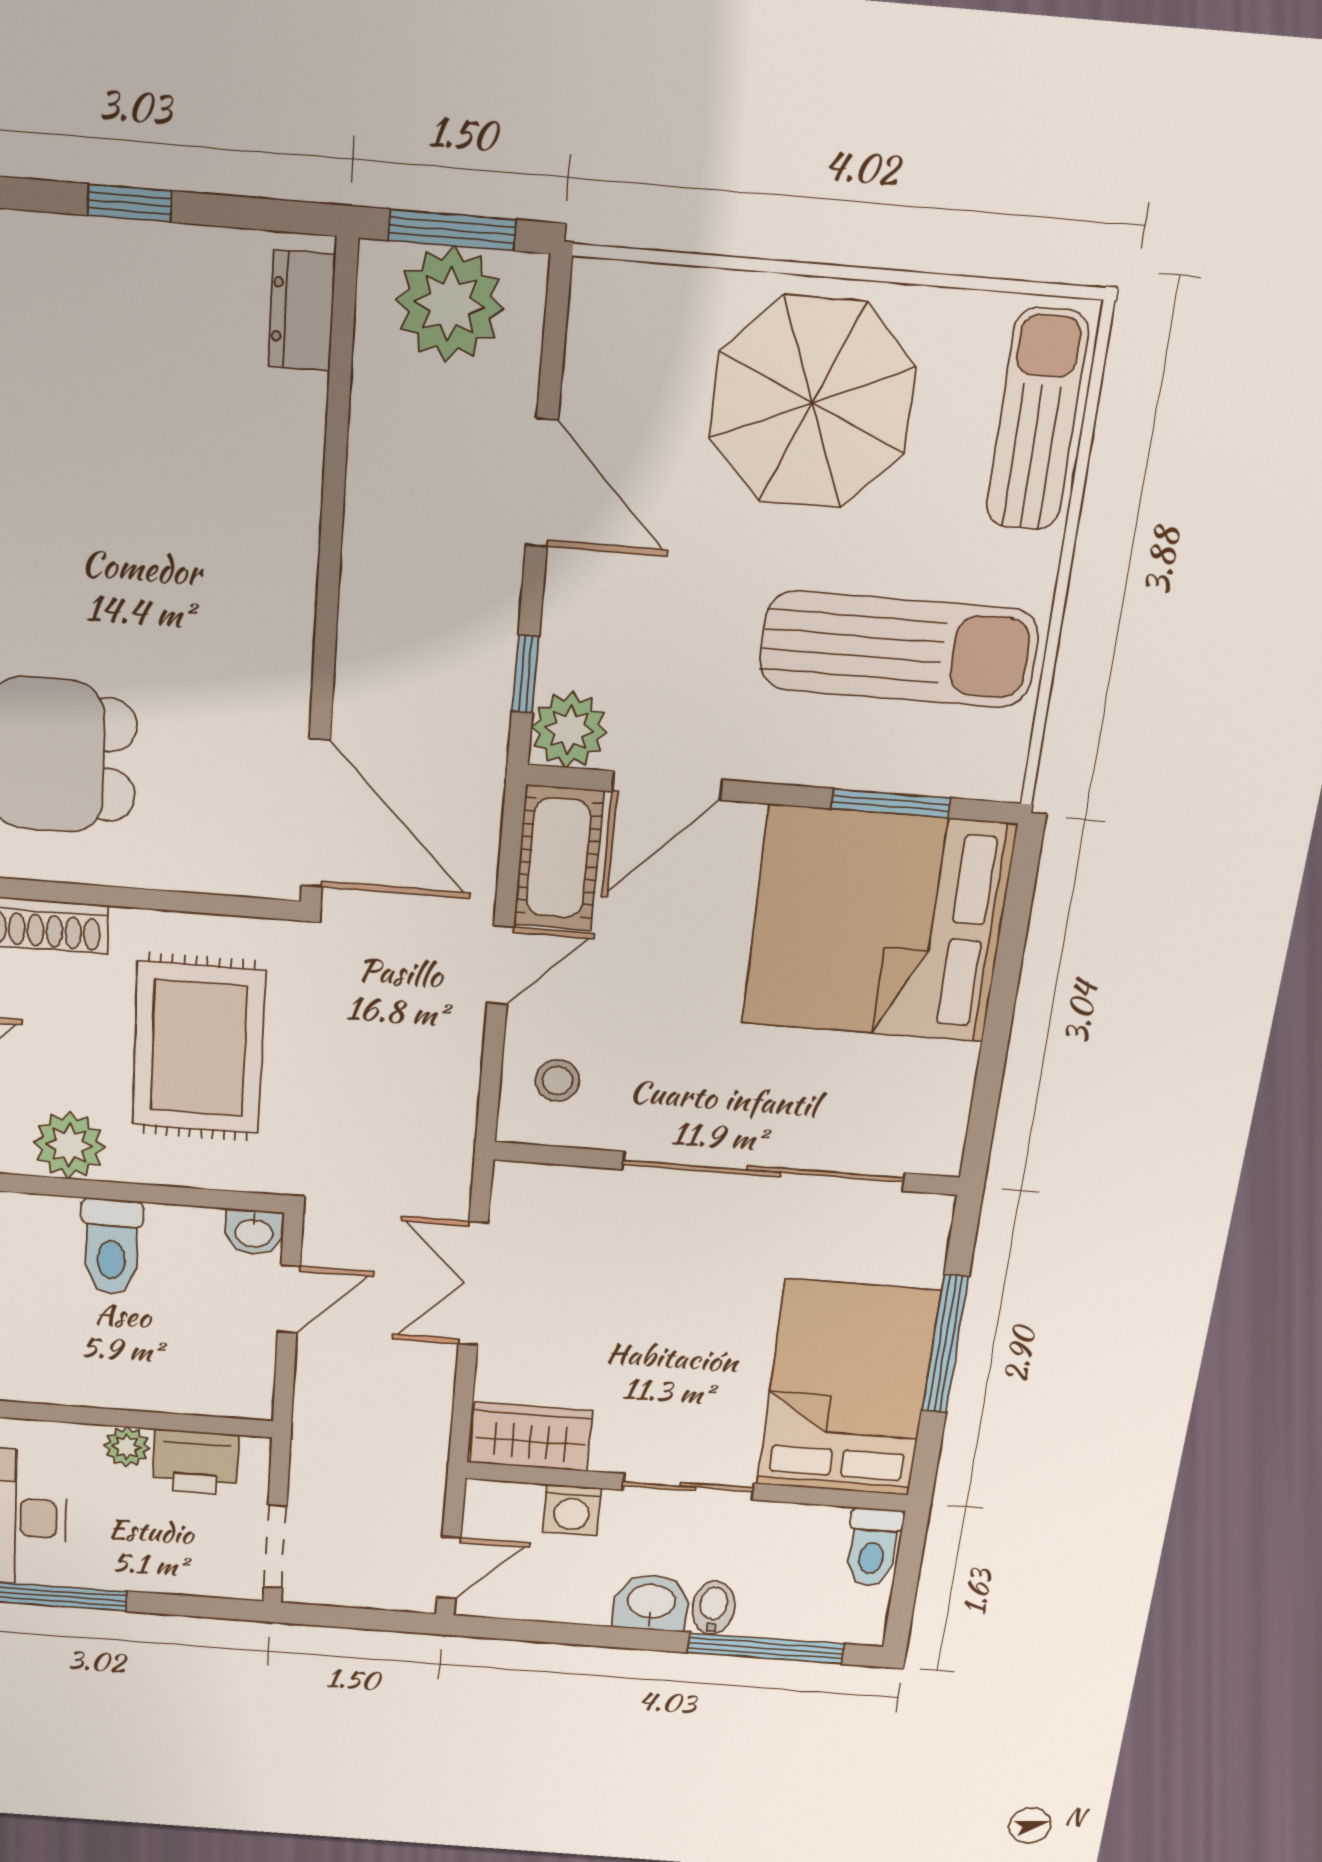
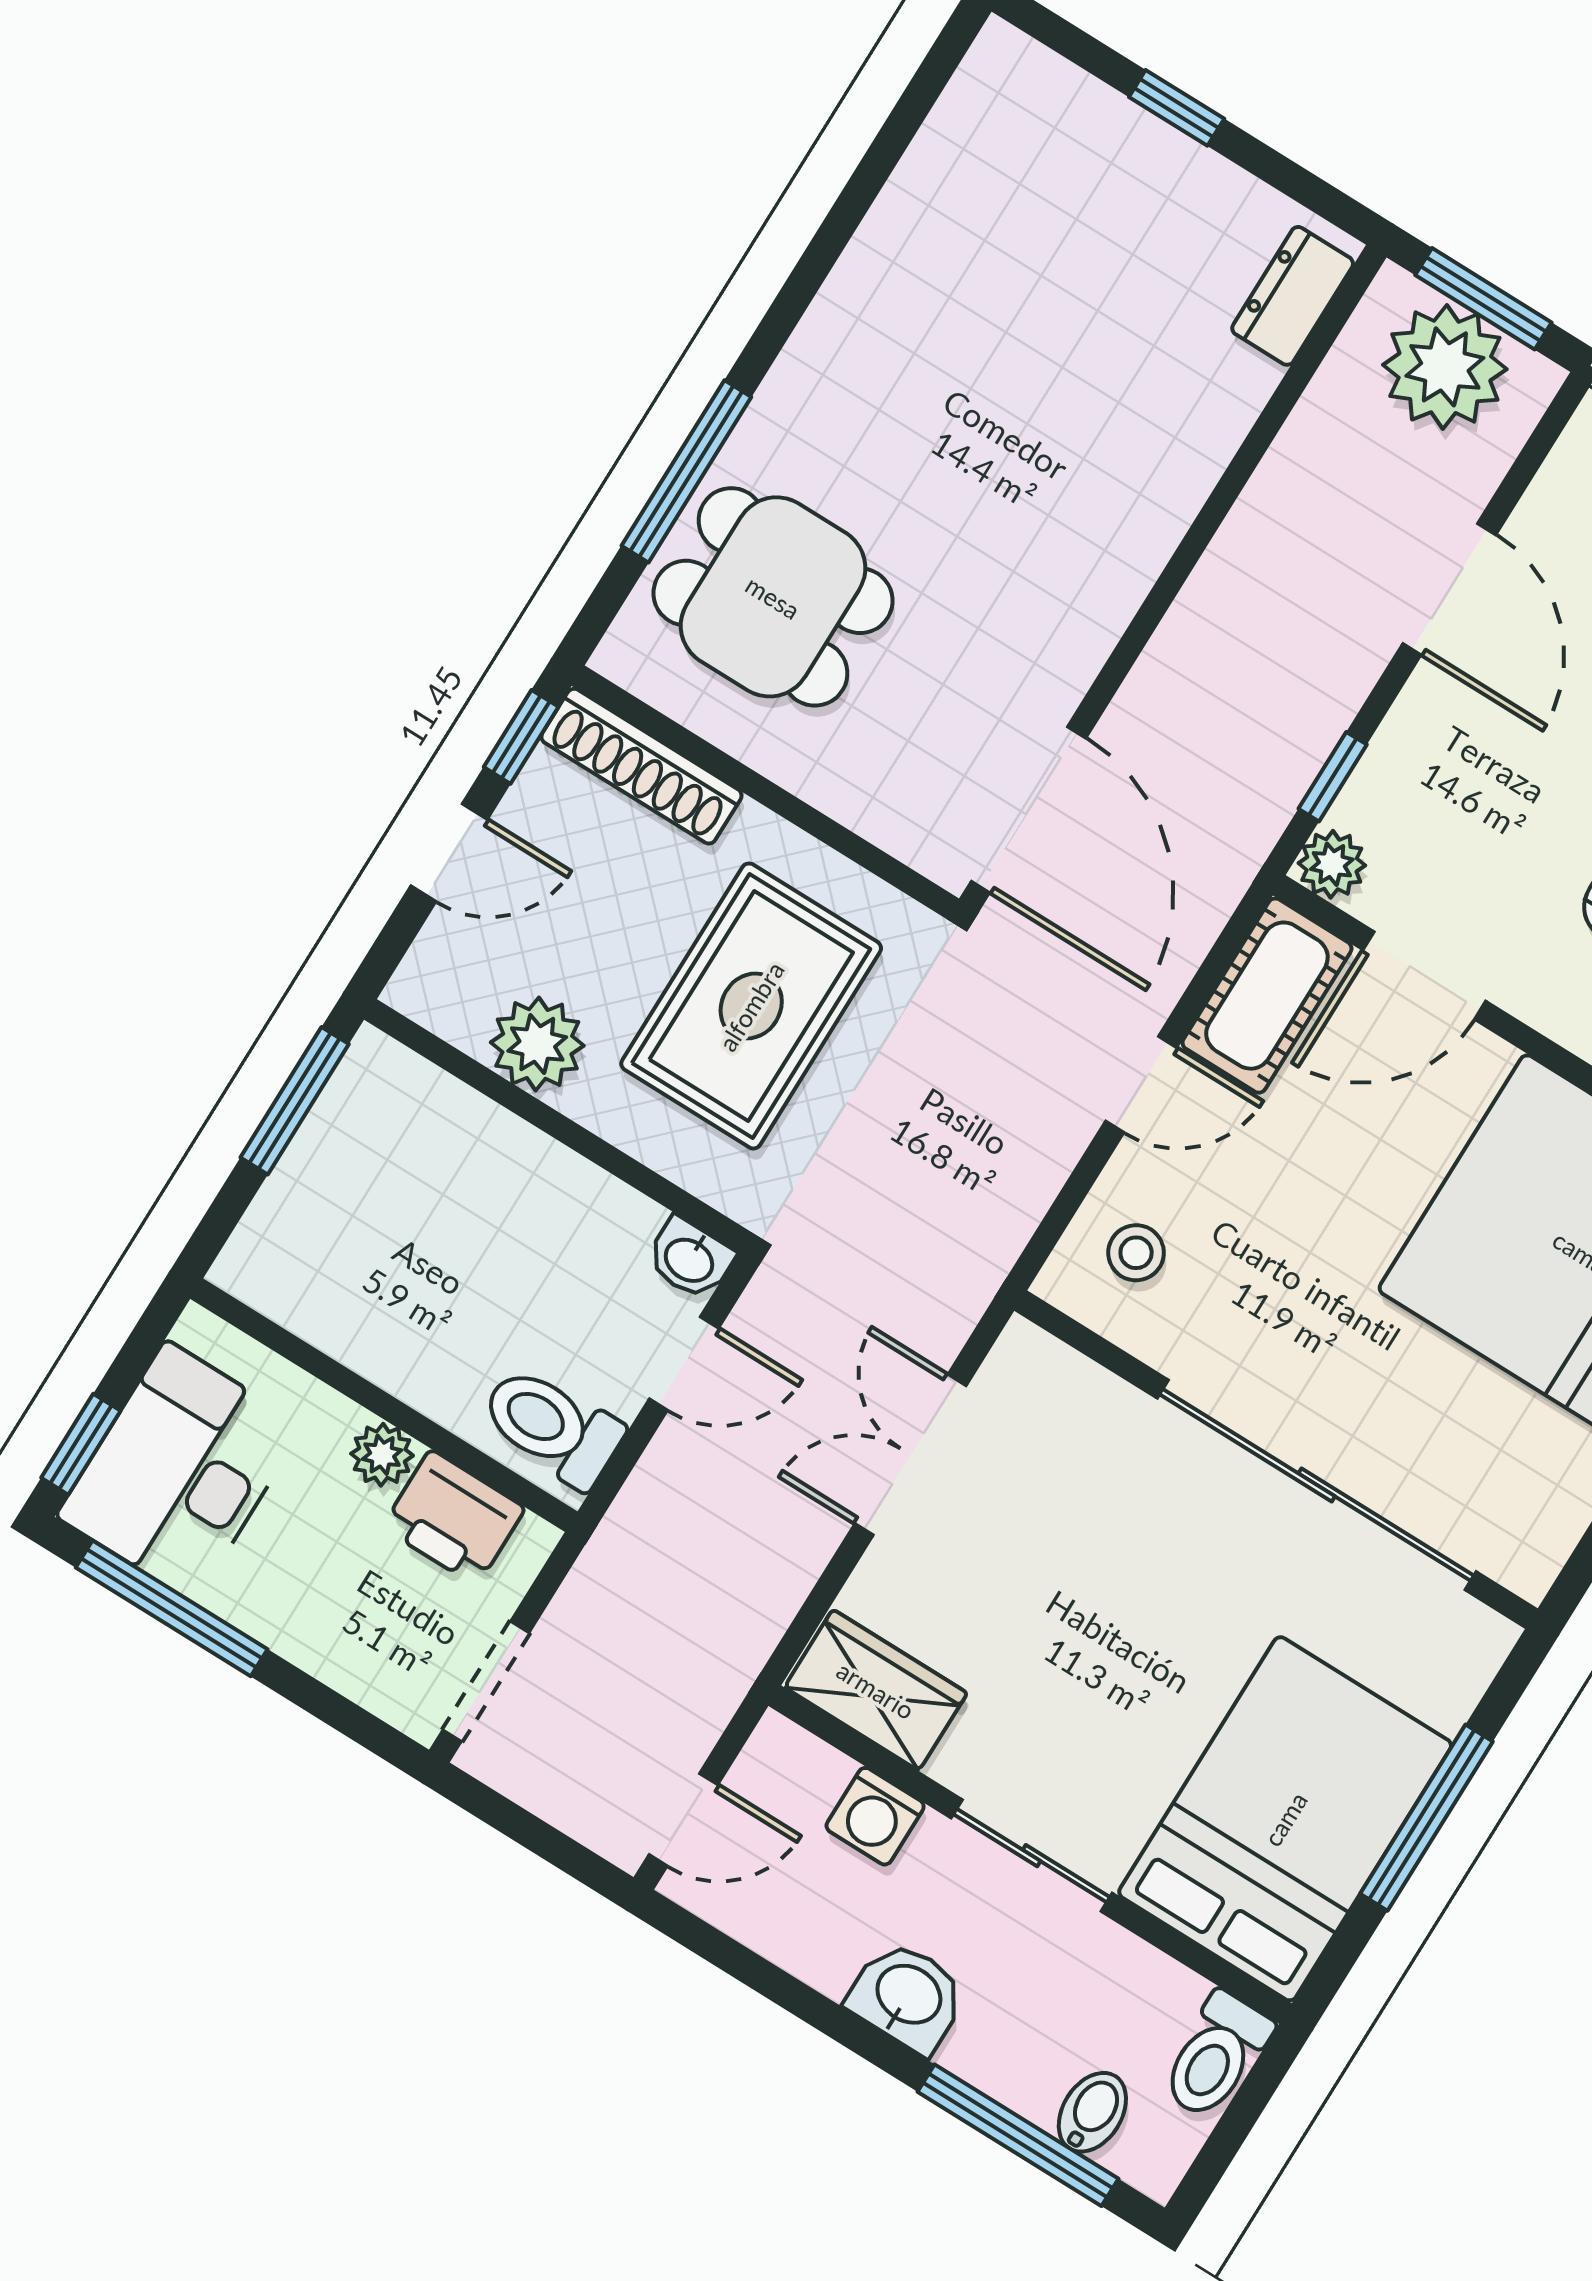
plant: (569, 730) -> (1332, 864), width x0.73, depth x0.73
toilet: (112, 1247) -> (552, 1426), moved, turned 90
bidet: (713, 1608) -> (1092, 2112), moved

